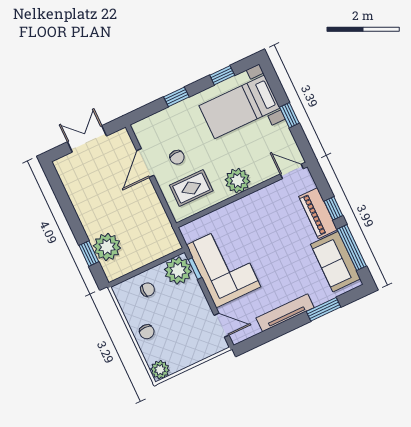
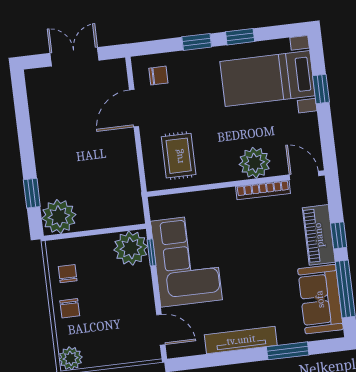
window: (222, 75) -> (240, 37), moved
window: (289, 115) -> (321, 89), moved
chair: (177, 157) -> (158, 76), moved, turned -87
plant: (238, 181) -> (255, 163), moved
rug: (191, 188) -> (179, 156), turned 90
bookcase: (264, 193) -> (263, 190), added
plant: (107, 247) -> (59, 216), moved
chair: (148, 290) -> (68, 274), moved, turned -90

